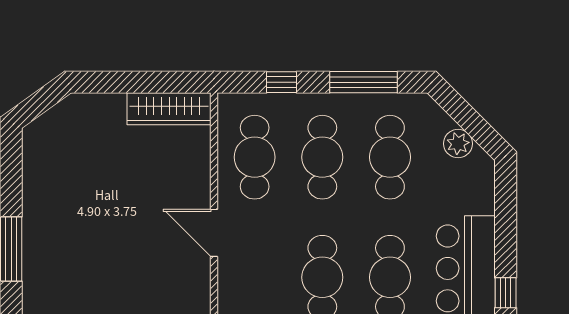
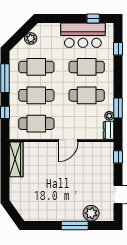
plant: (40, 288) -> (91, 213), added

